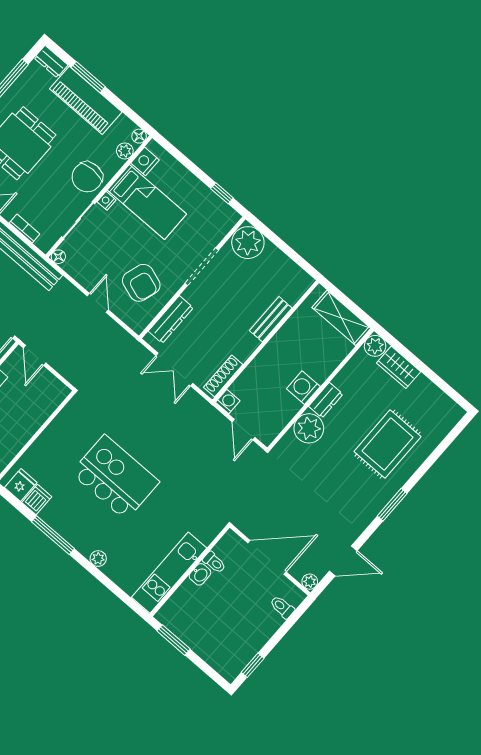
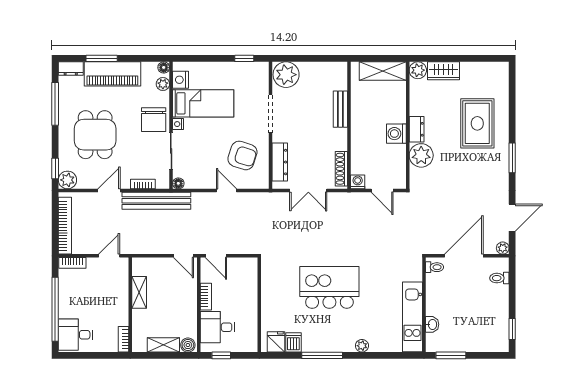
toilet: (214, 562) -> (435, 267), moved
washbasin: (200, 574) -> (432, 324), moved

